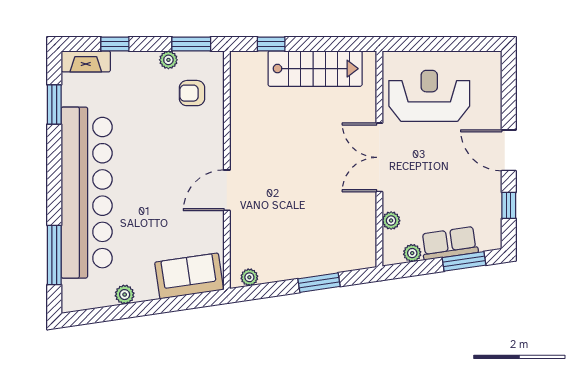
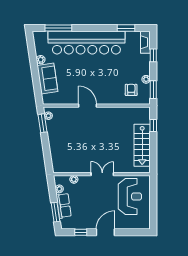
double door: (379, 157) -> (102, 174), width x0.73
sofa: (189, 276) -> (48, 78), moved
window: (319, 283) -> (43, 123), moved

